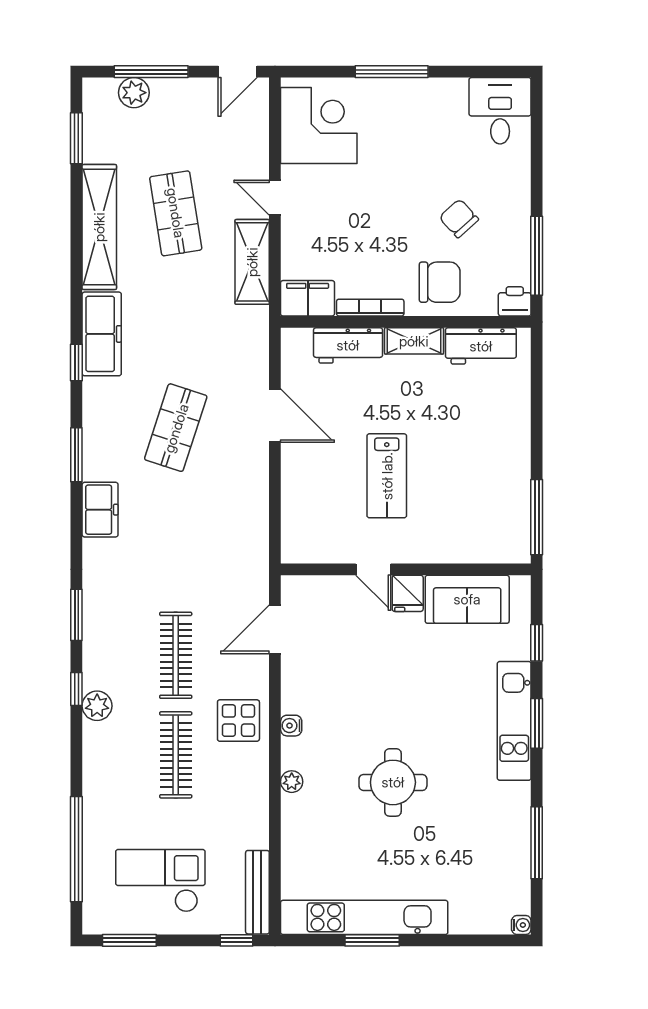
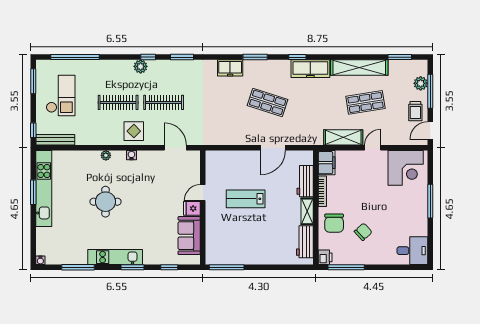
door: (238, 72) -> (430, 131), hinge flipped
trolley: (195, 104) -> (415, 111), added
kitchen unit: (514, 721) -> (115, 257), moved

